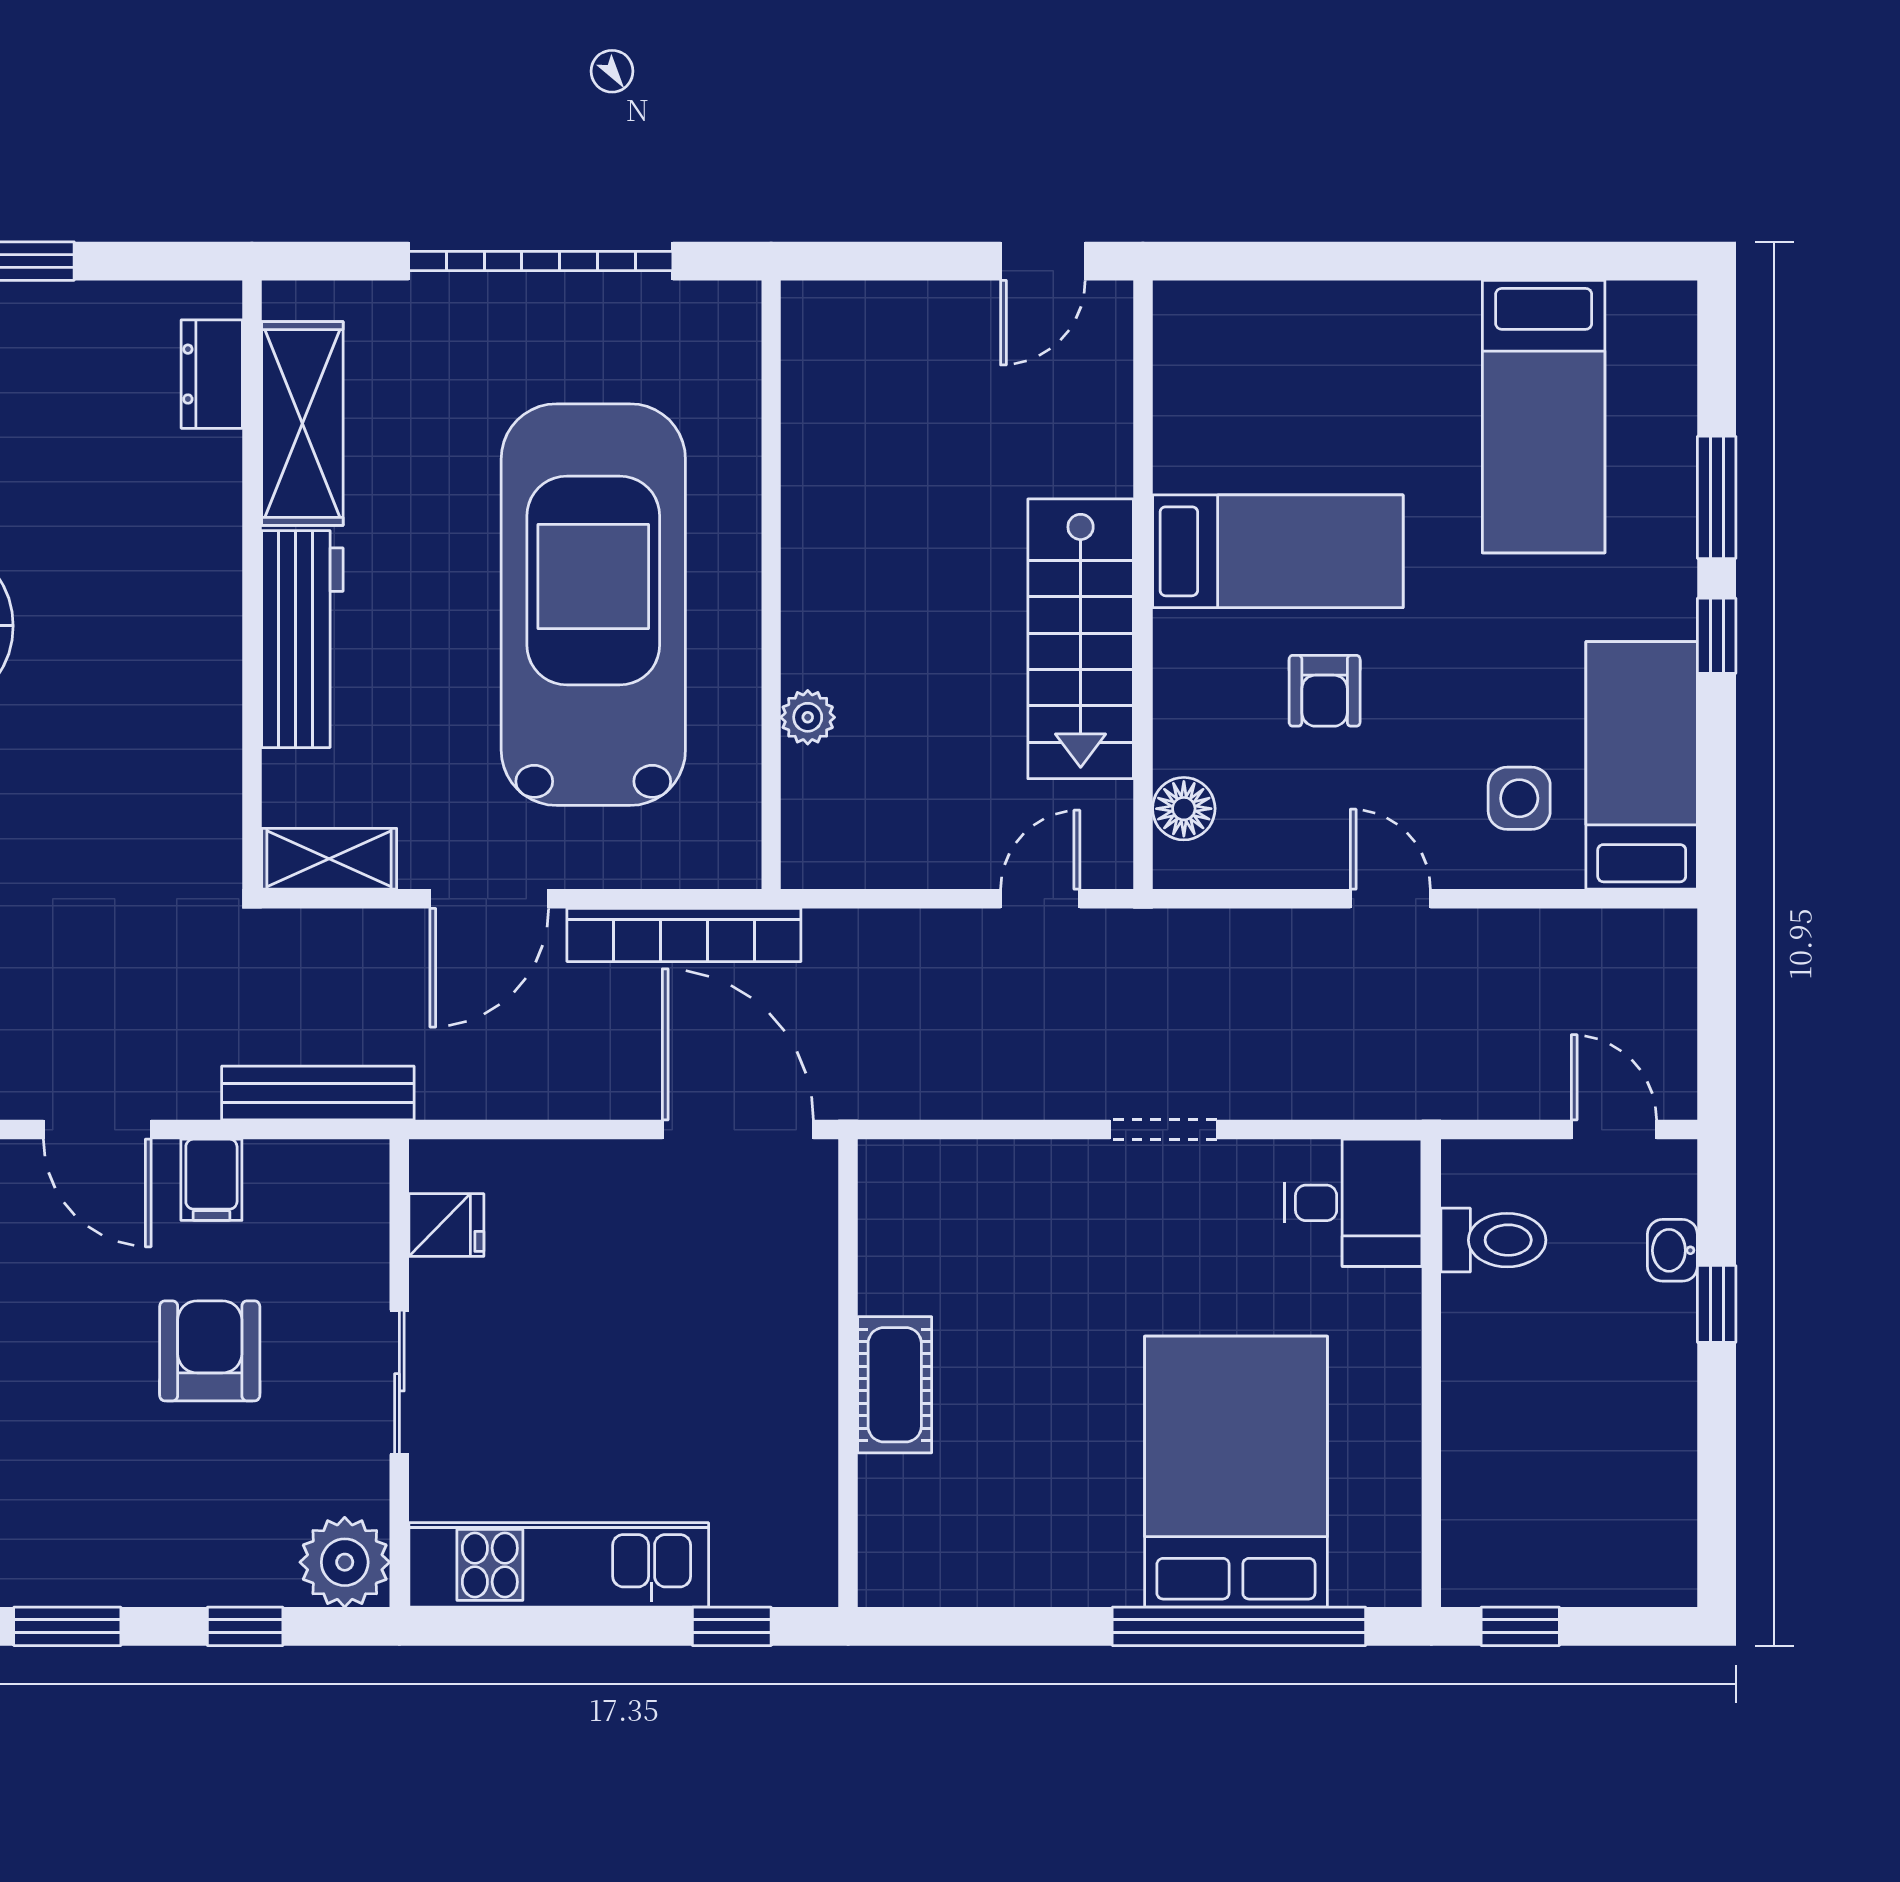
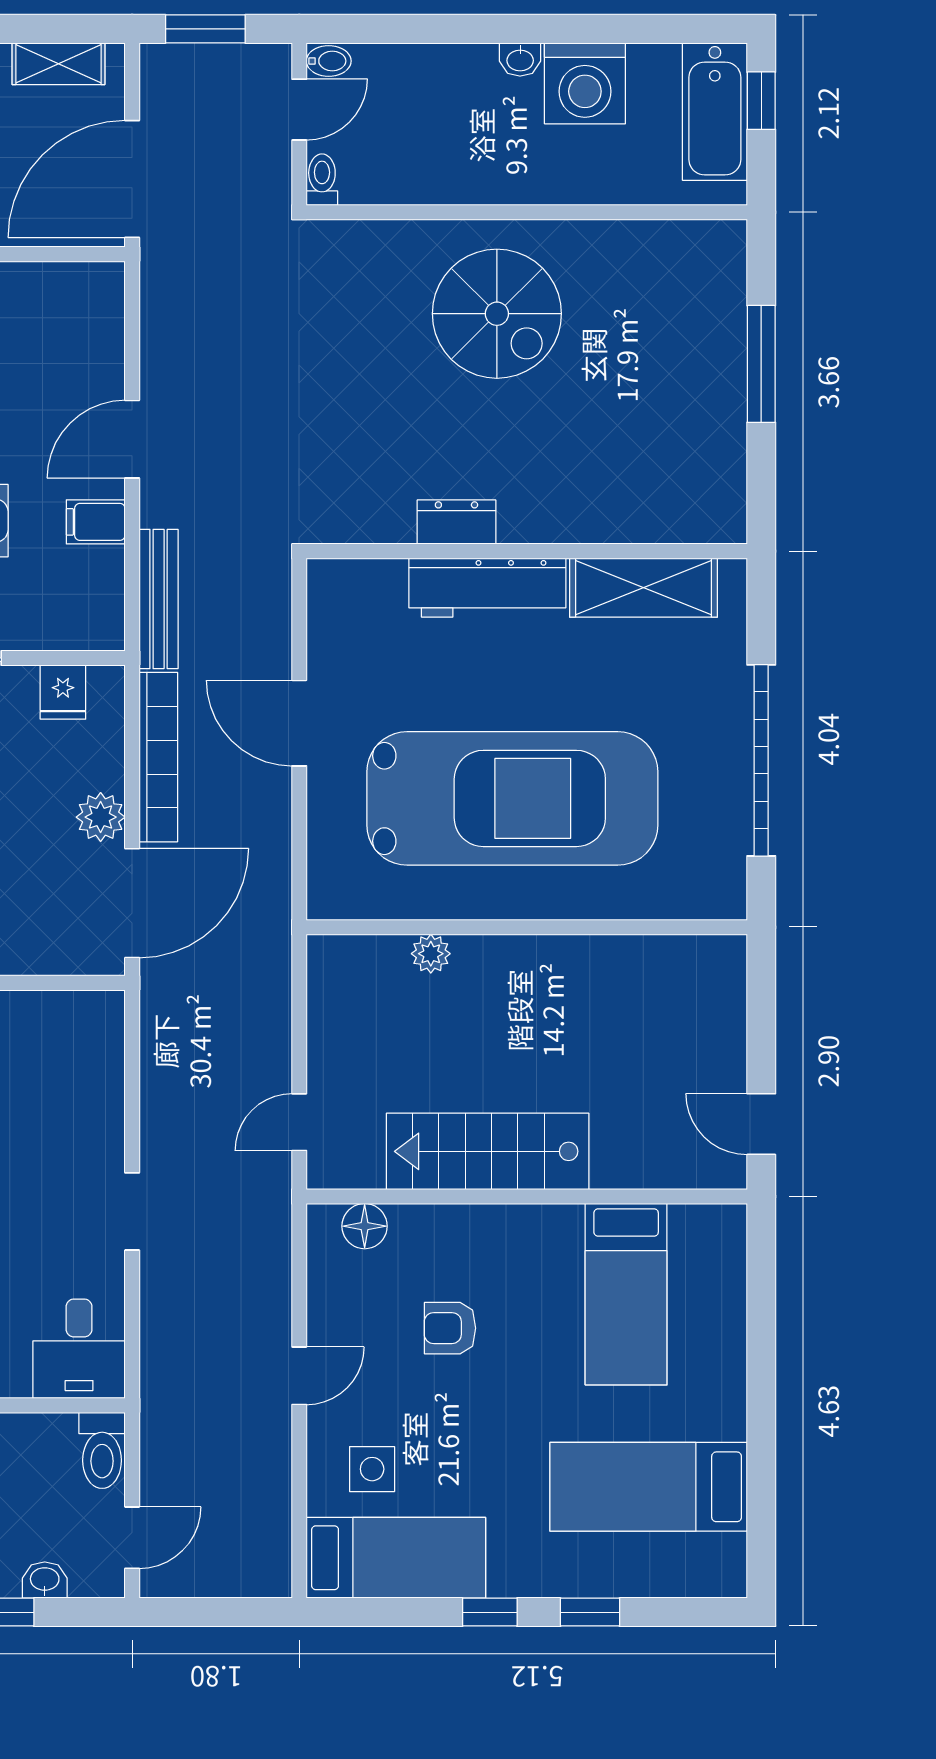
dresser: (212, 374) -> (456, 522), moved
window: (1717, 497) -> (590, 1612), width x0.67
bed: (1278, 551) -> (626, 1294), moved
shelving: (329, 859) -> (328, 607), removed
door: (1040, 899) -> (299, 1122), swing flipped
bookcase: (684, 935) -> (158, 757), moved, turned 180
plant: (619, 1173) -> (101, 817), added
toilet: (1493, 1240) -> (102, 1450), moved

